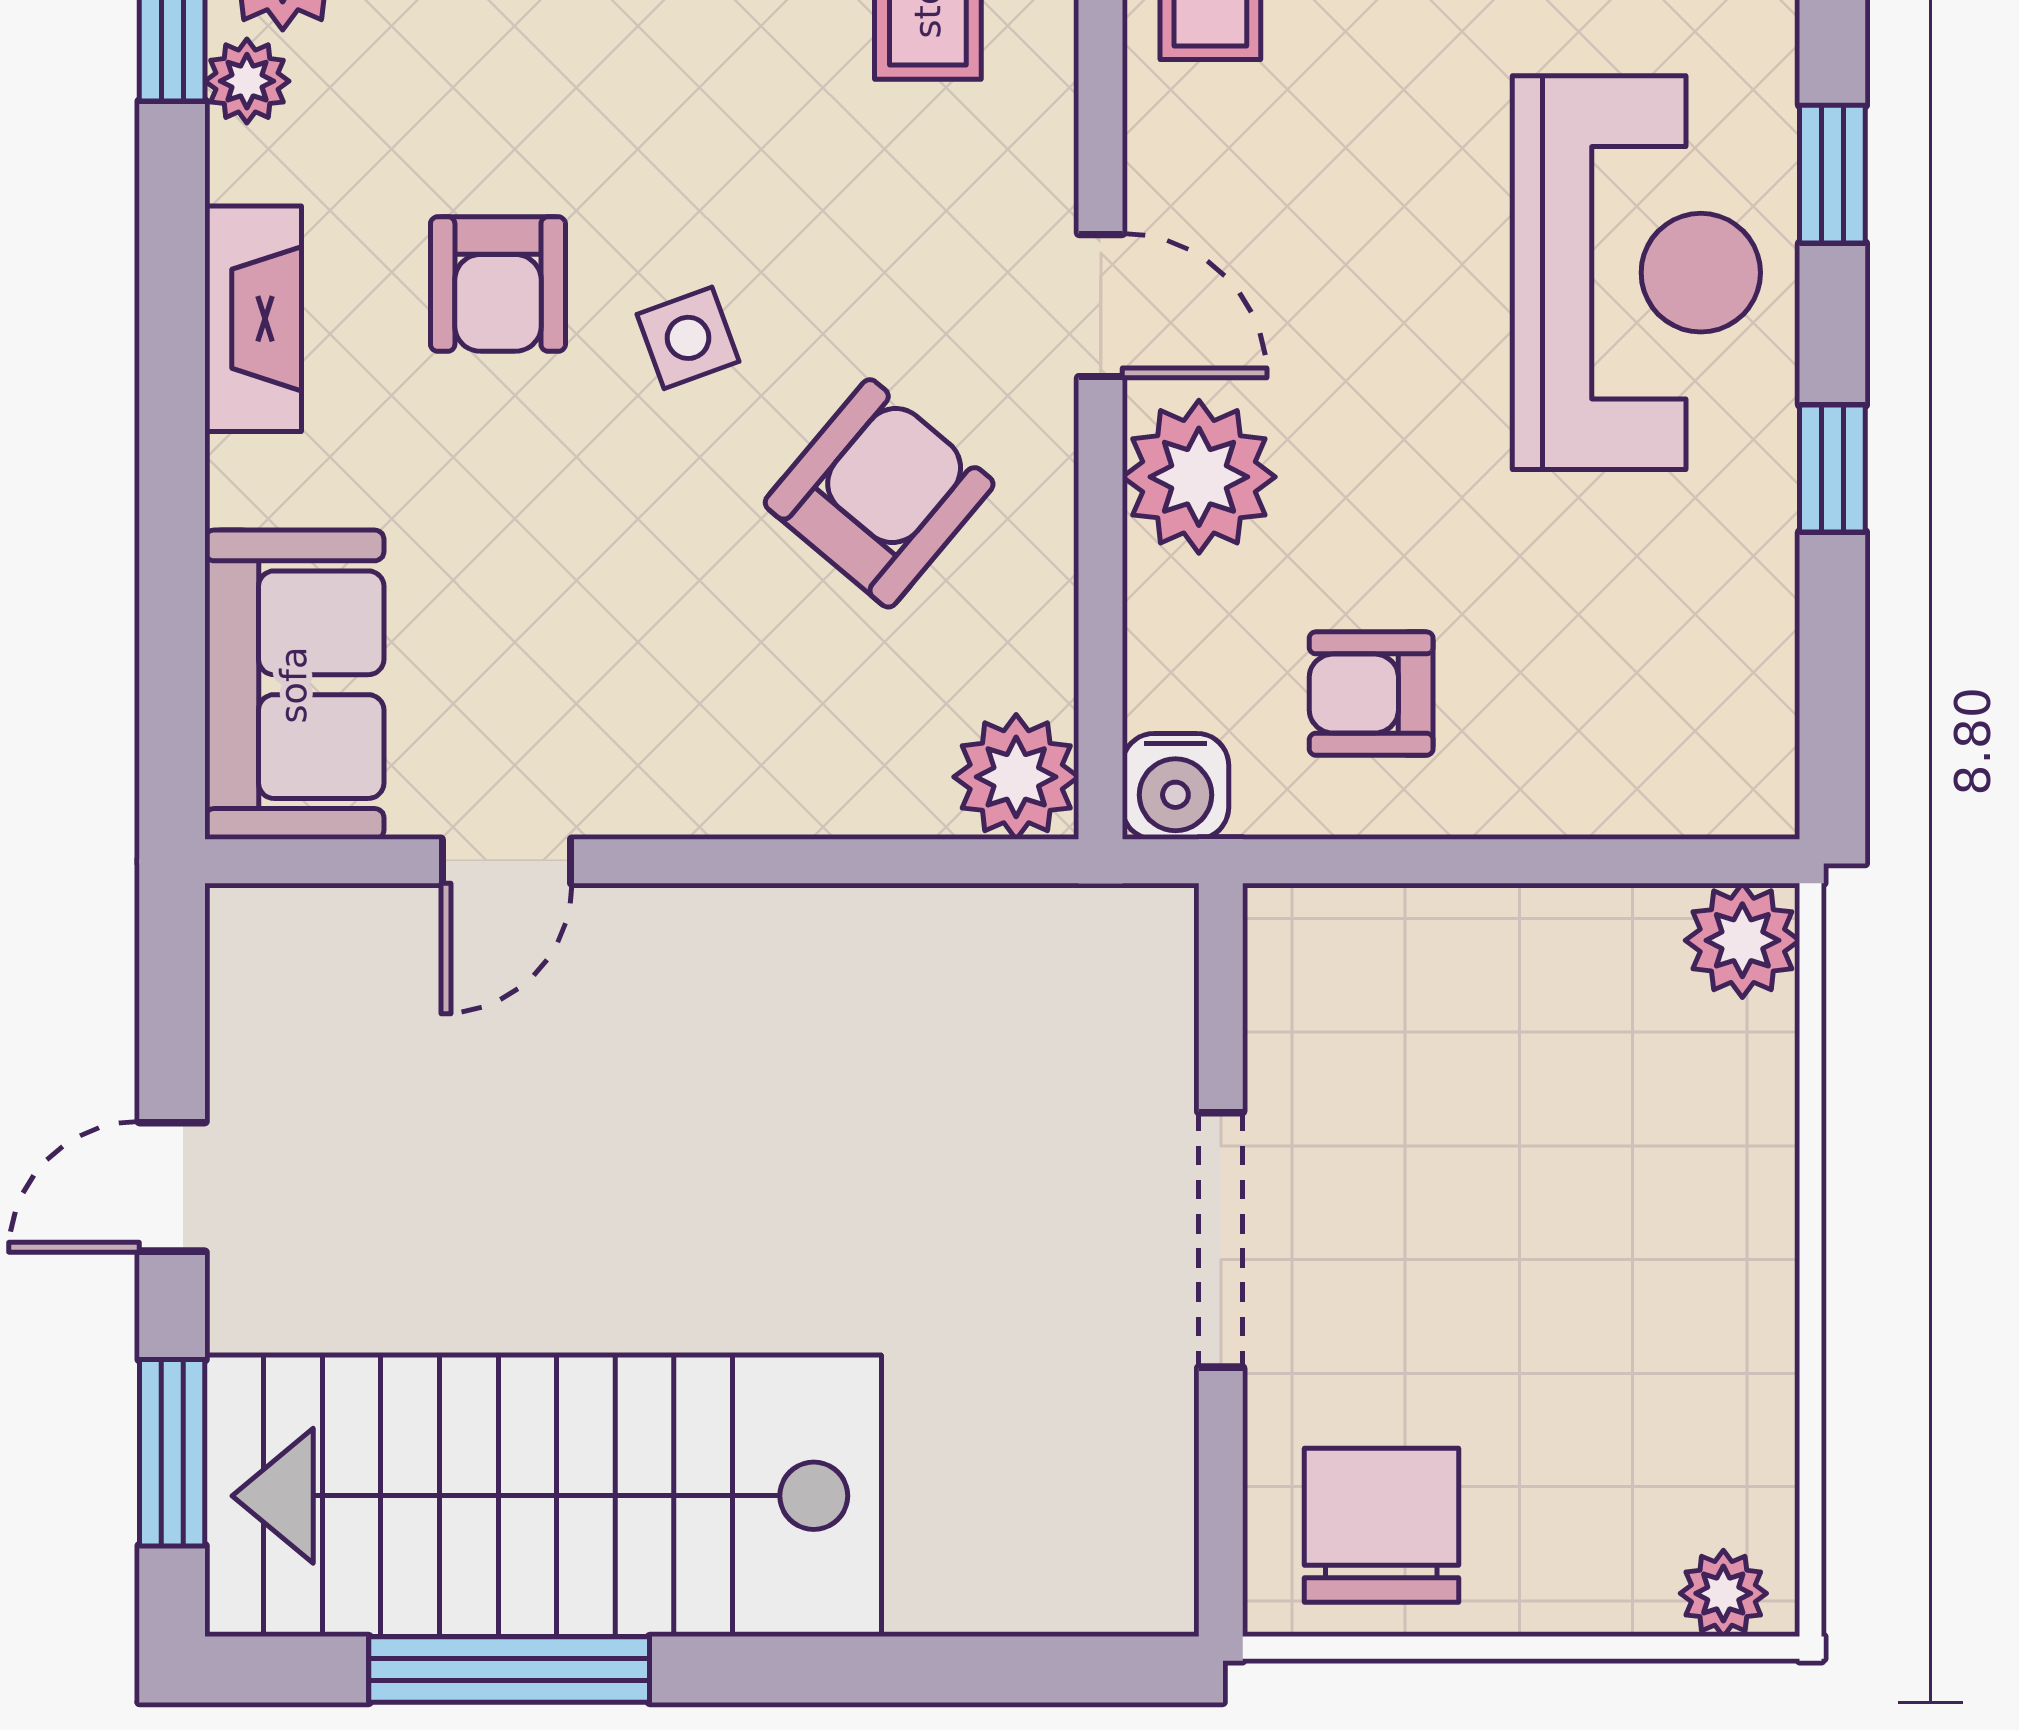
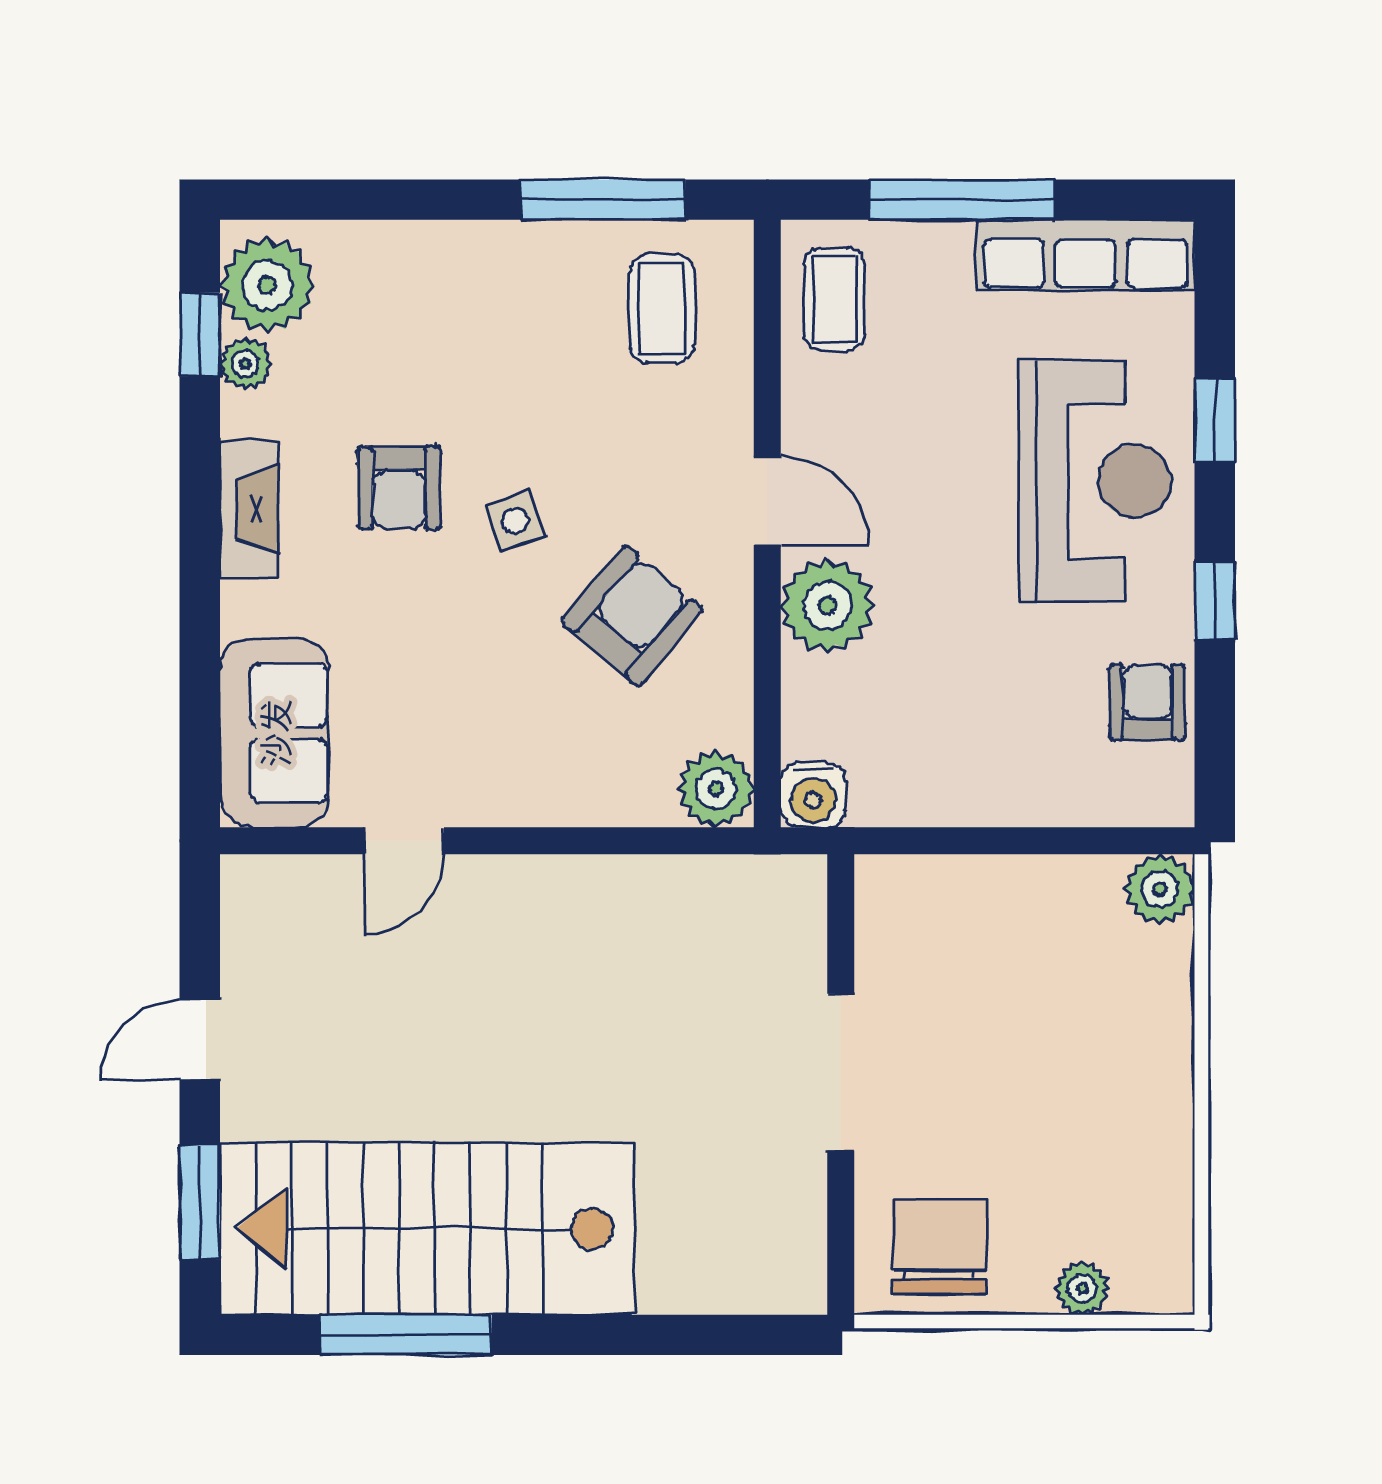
armchair: (1371, 694) -> (1147, 702), moved, turned 90
plant: (1723, 1593) -> (1082, 1288), moved

